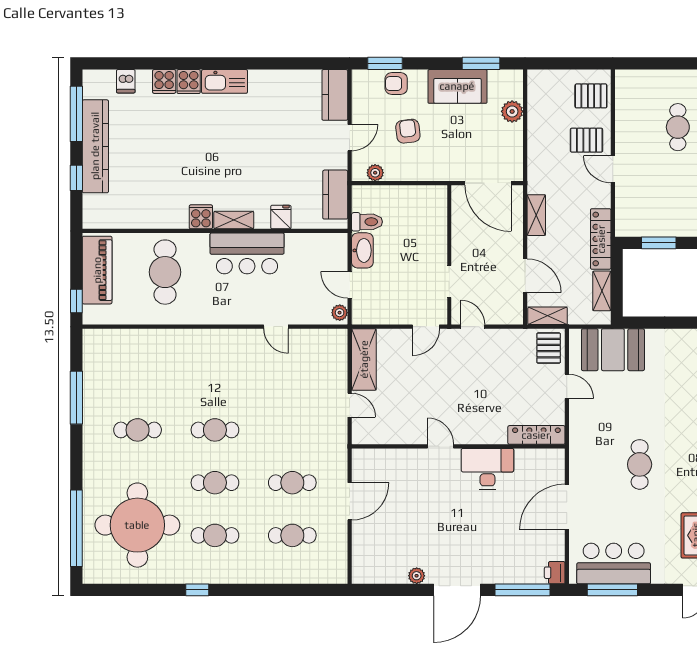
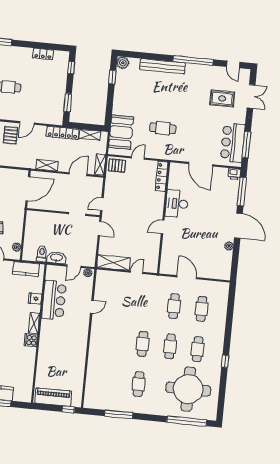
bar counter: (247, 253) -> (54, 300), moved
cafe table: (165, 272) -> (58, 362), removed
cafe table: (640, 464) -> (163, 128), moved

